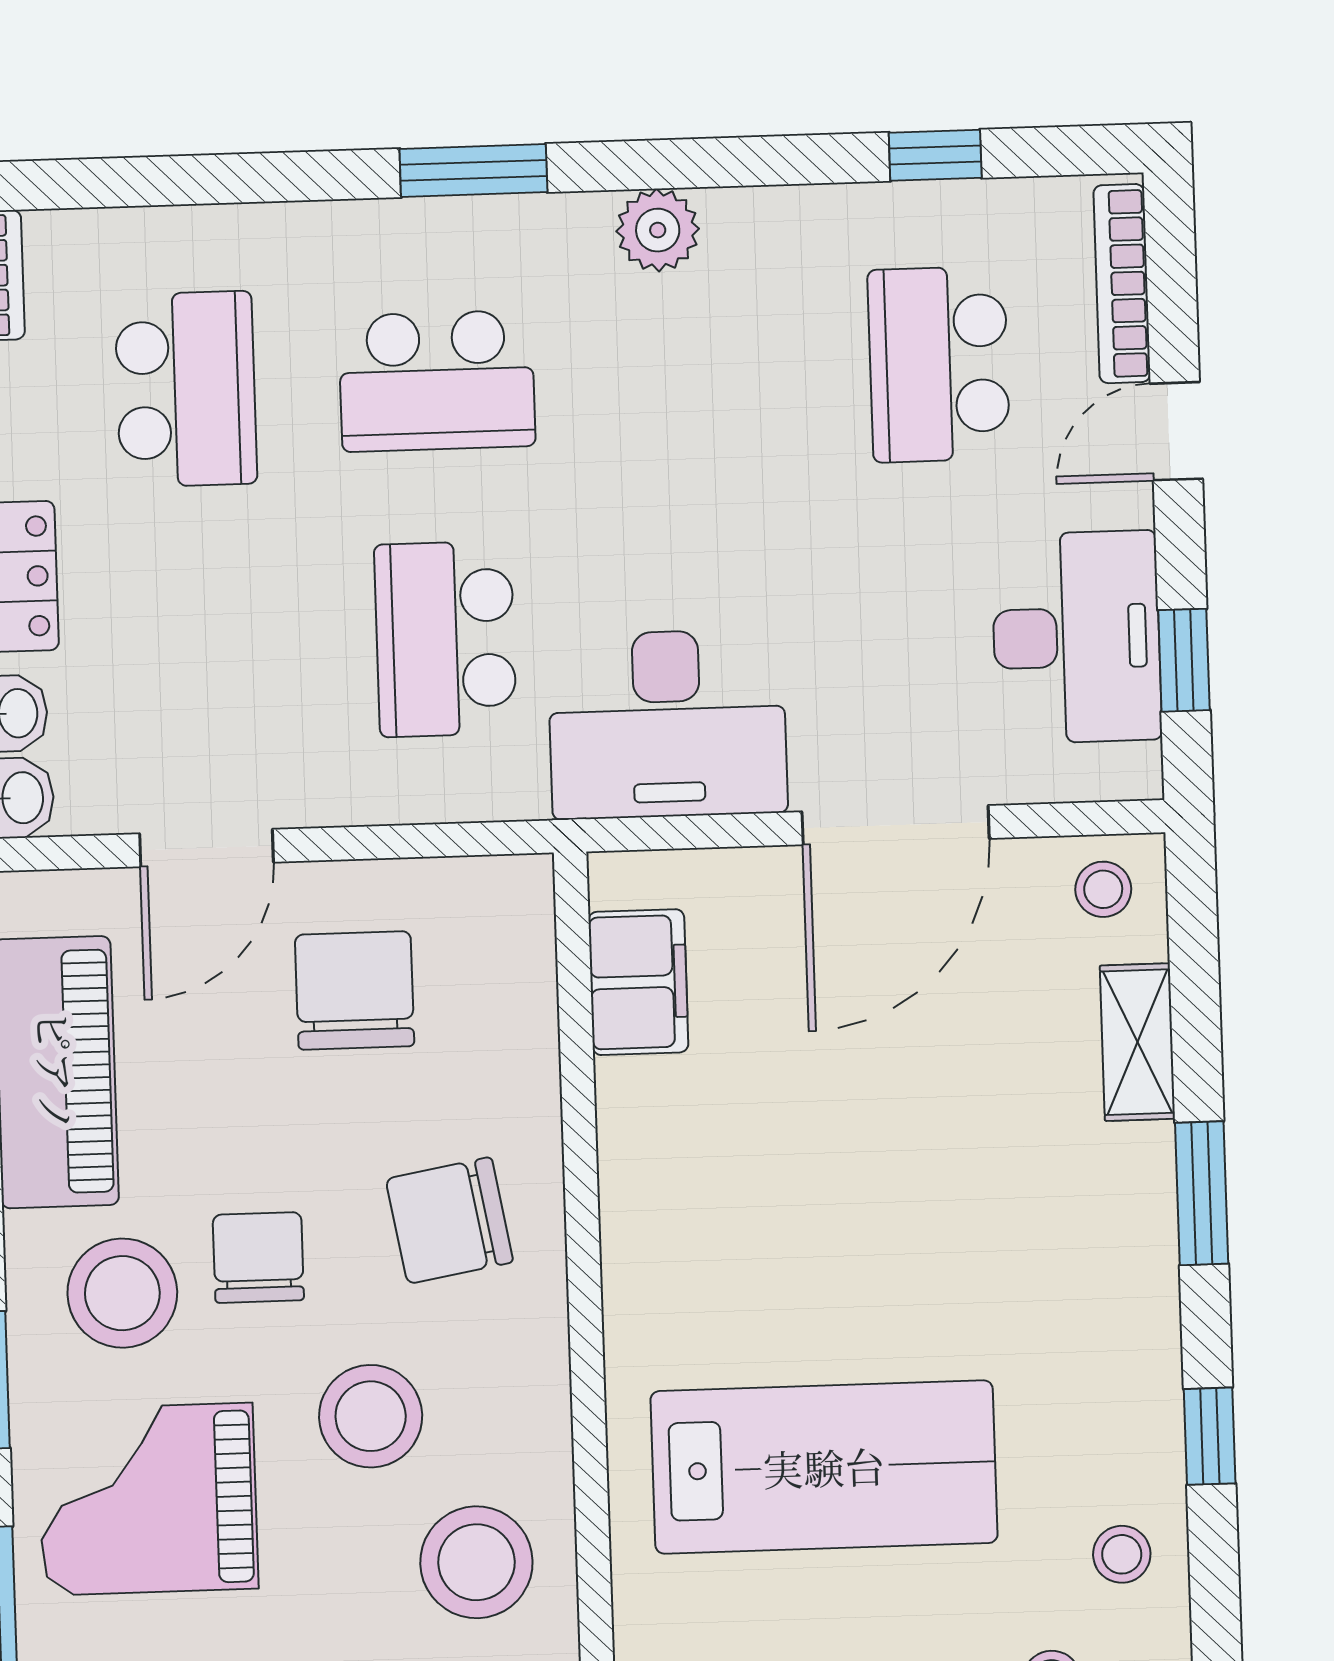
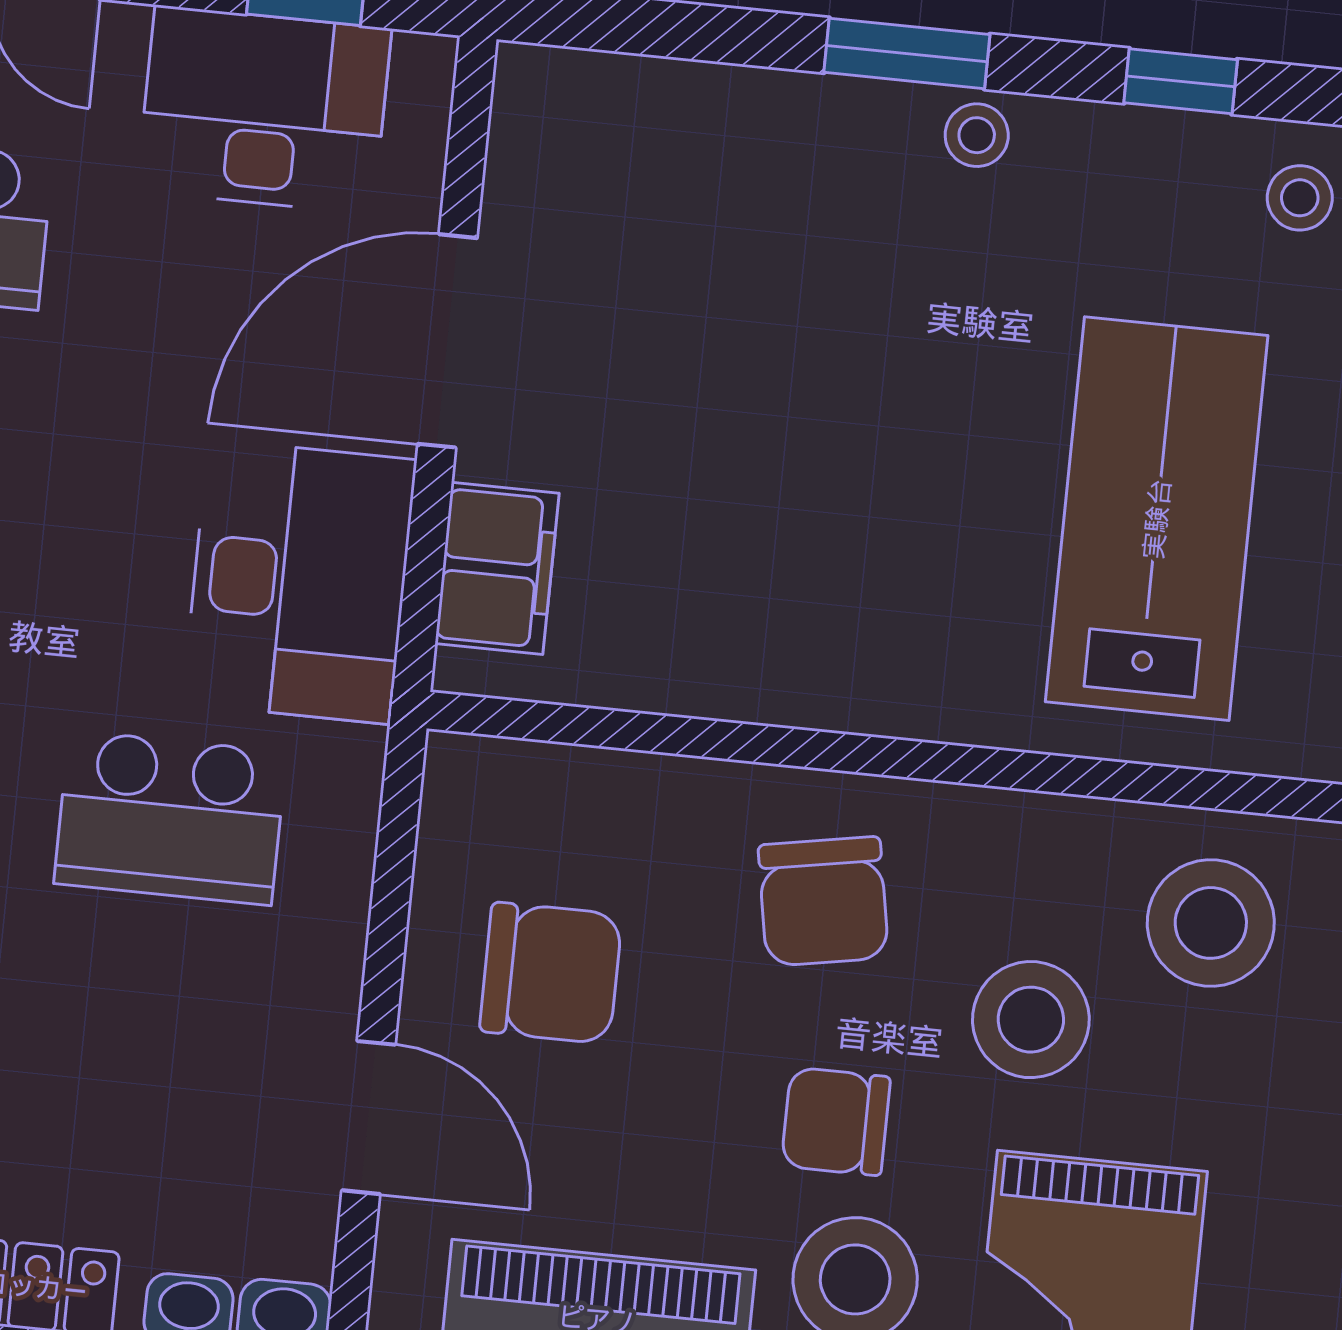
door: (896, 825) -> (447, 341), swing flipped
stool: (1103, 889) -> (977, 135), moved
filing cabinet: (638, 982) -> (497, 568), moved, turned 90
chair: (355, 990) -> (551, 973), turned 180
shelving: (1137, 1042) -> (728, 103), removed

